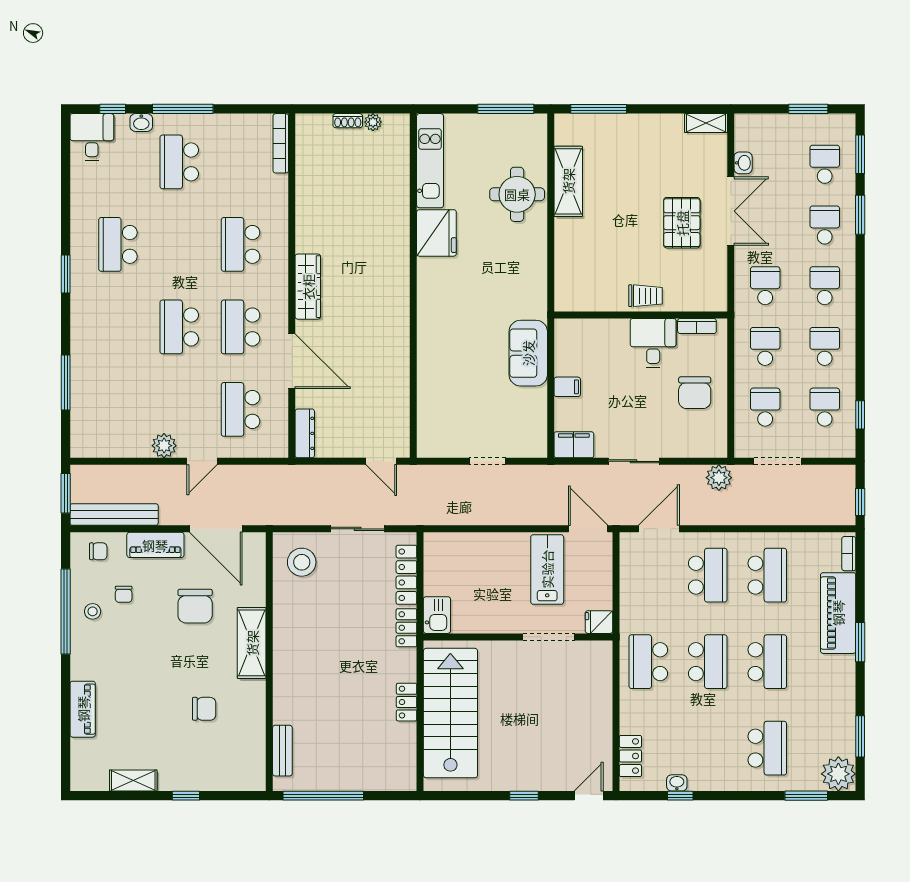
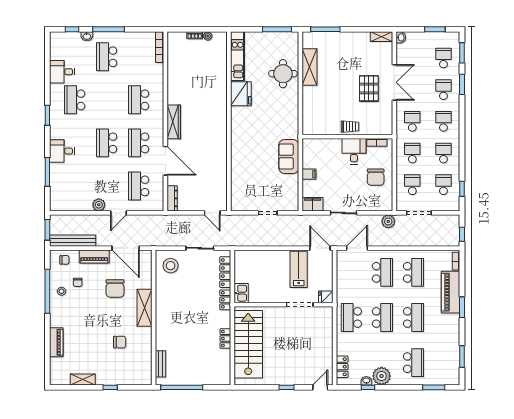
desk: (92, 137) -> (62, 72), moved, turned -90
washbasin: (743, 163) -> (401, 37), moved
desk: (94, 343) -> (62, 151), added
plant: (838, 774) -> (382, 376), moved

